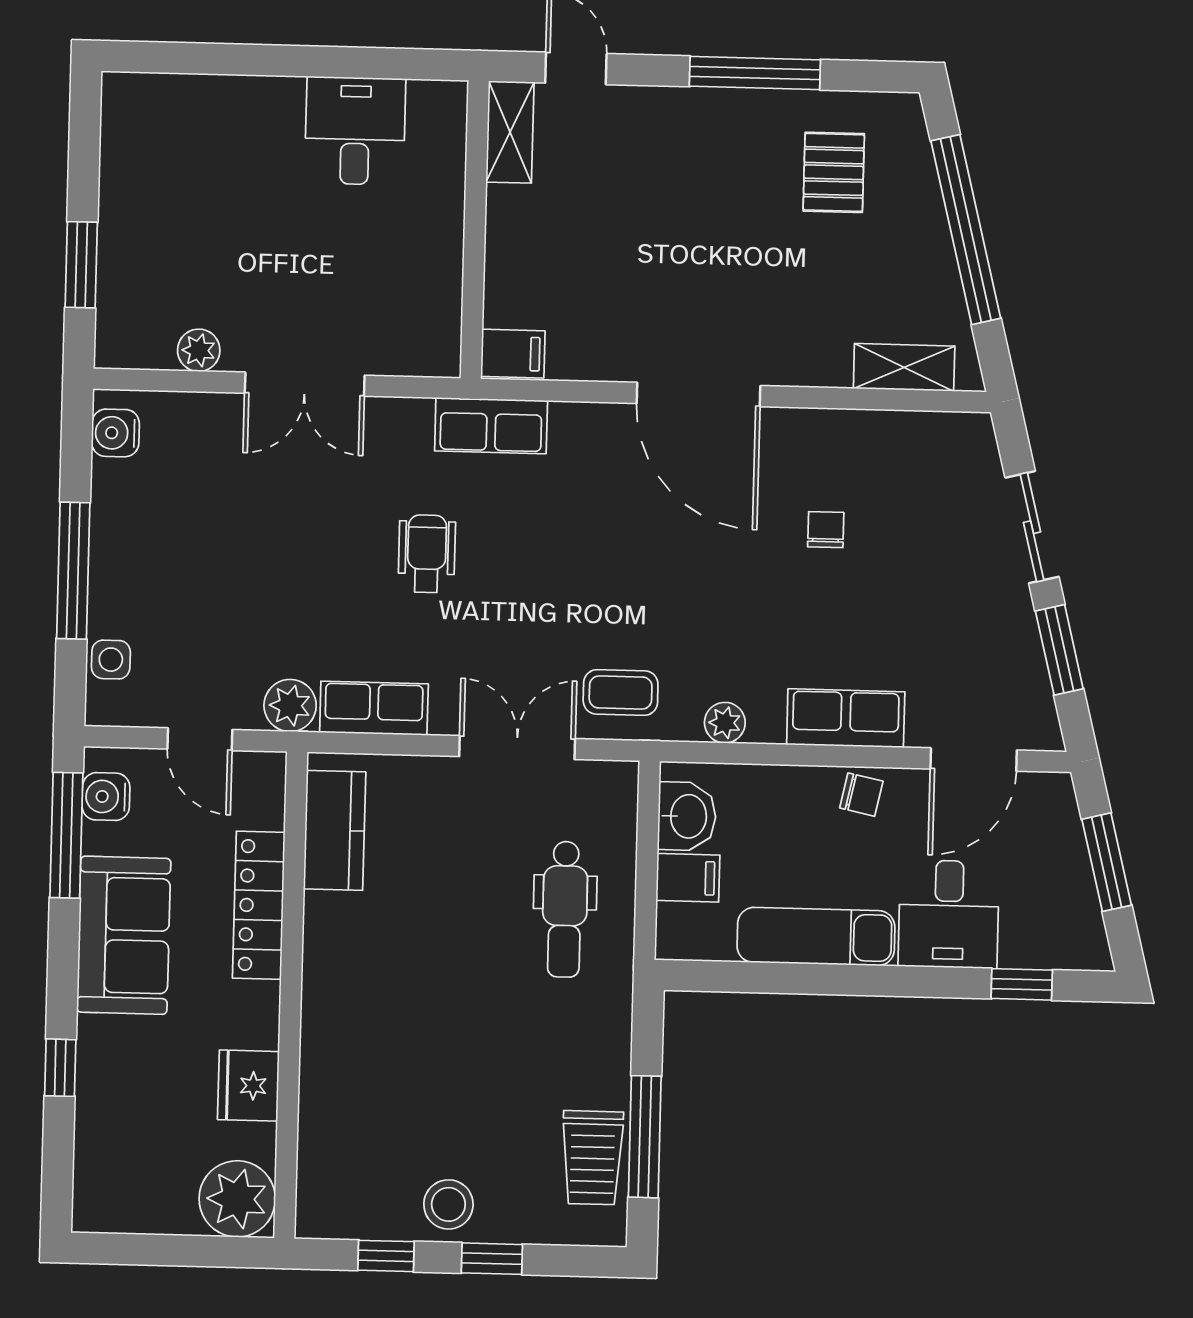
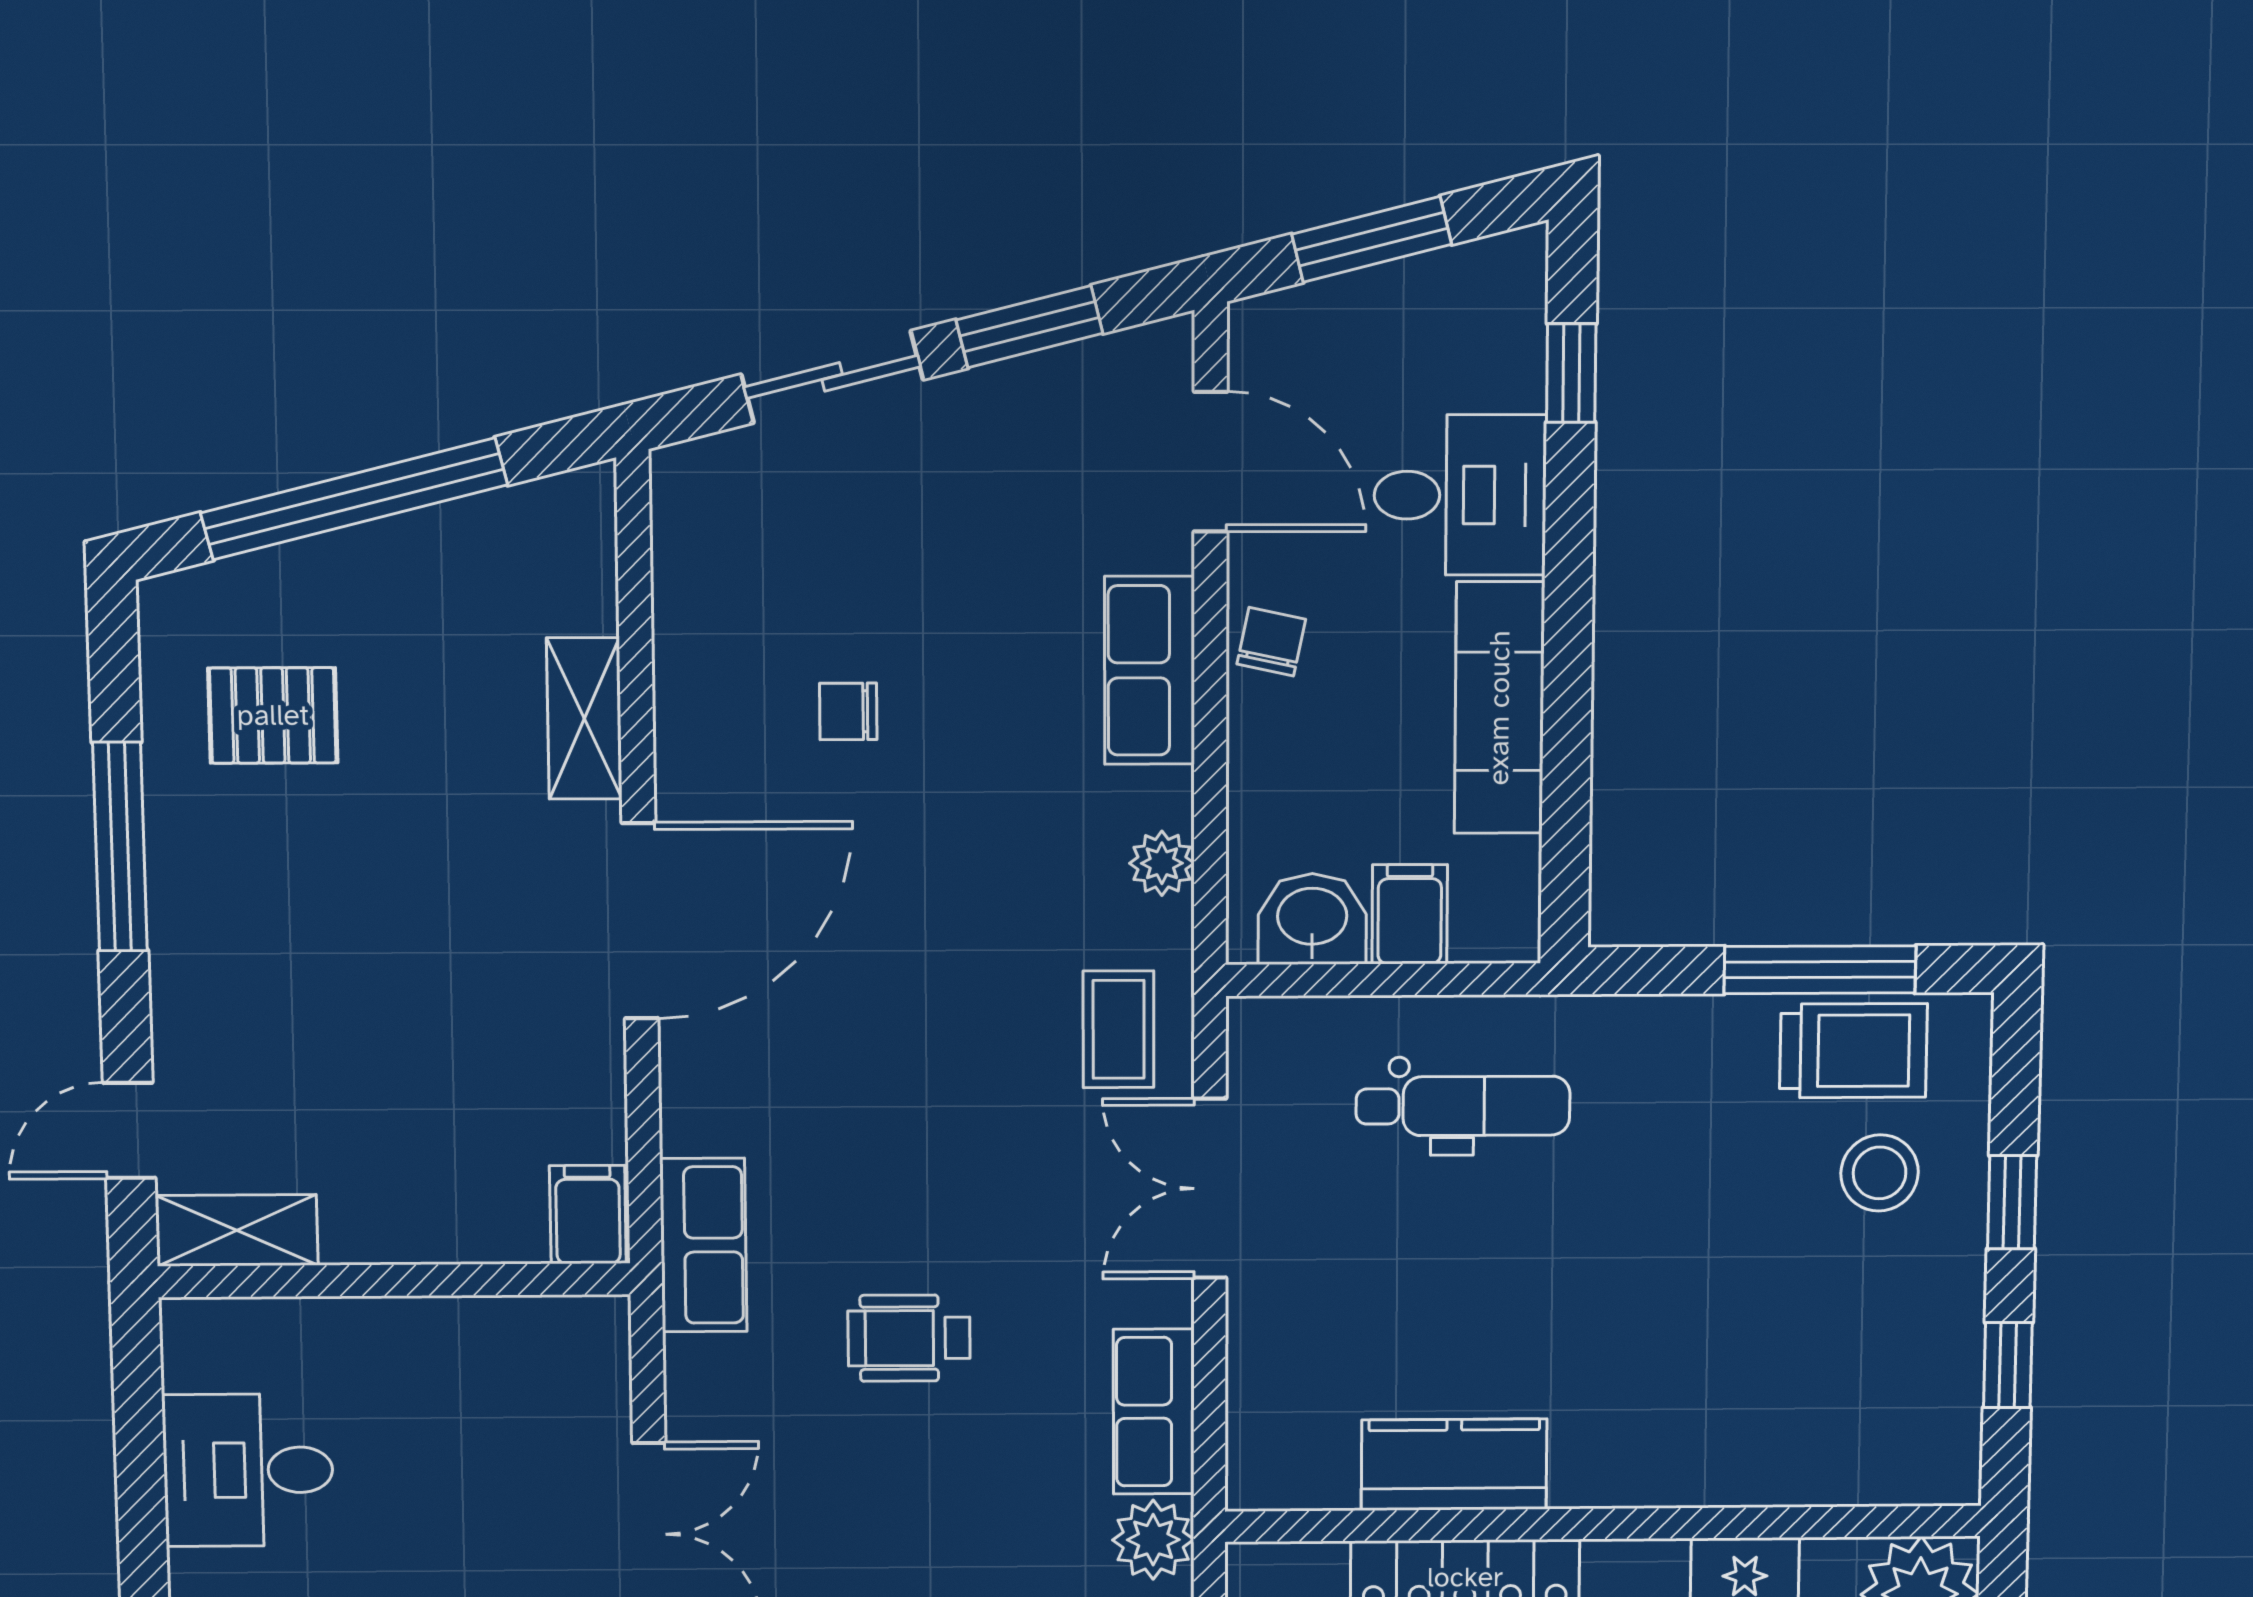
shelving: (904, 367) -> (584, 719), moved
kitchen counter: (335, 830) -> (1454, 1465), moved
stool: (448, 1204) -> (1880, 1173), moved

